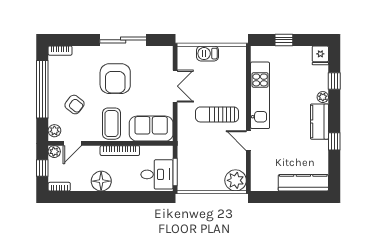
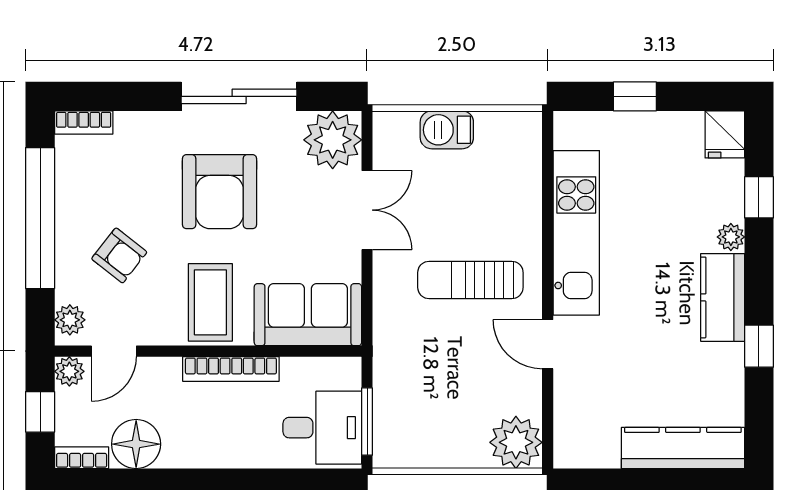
plant: (161, 58) -> (333, 140), added
floor lamp: (101, 181) -> (136, 444), moved

